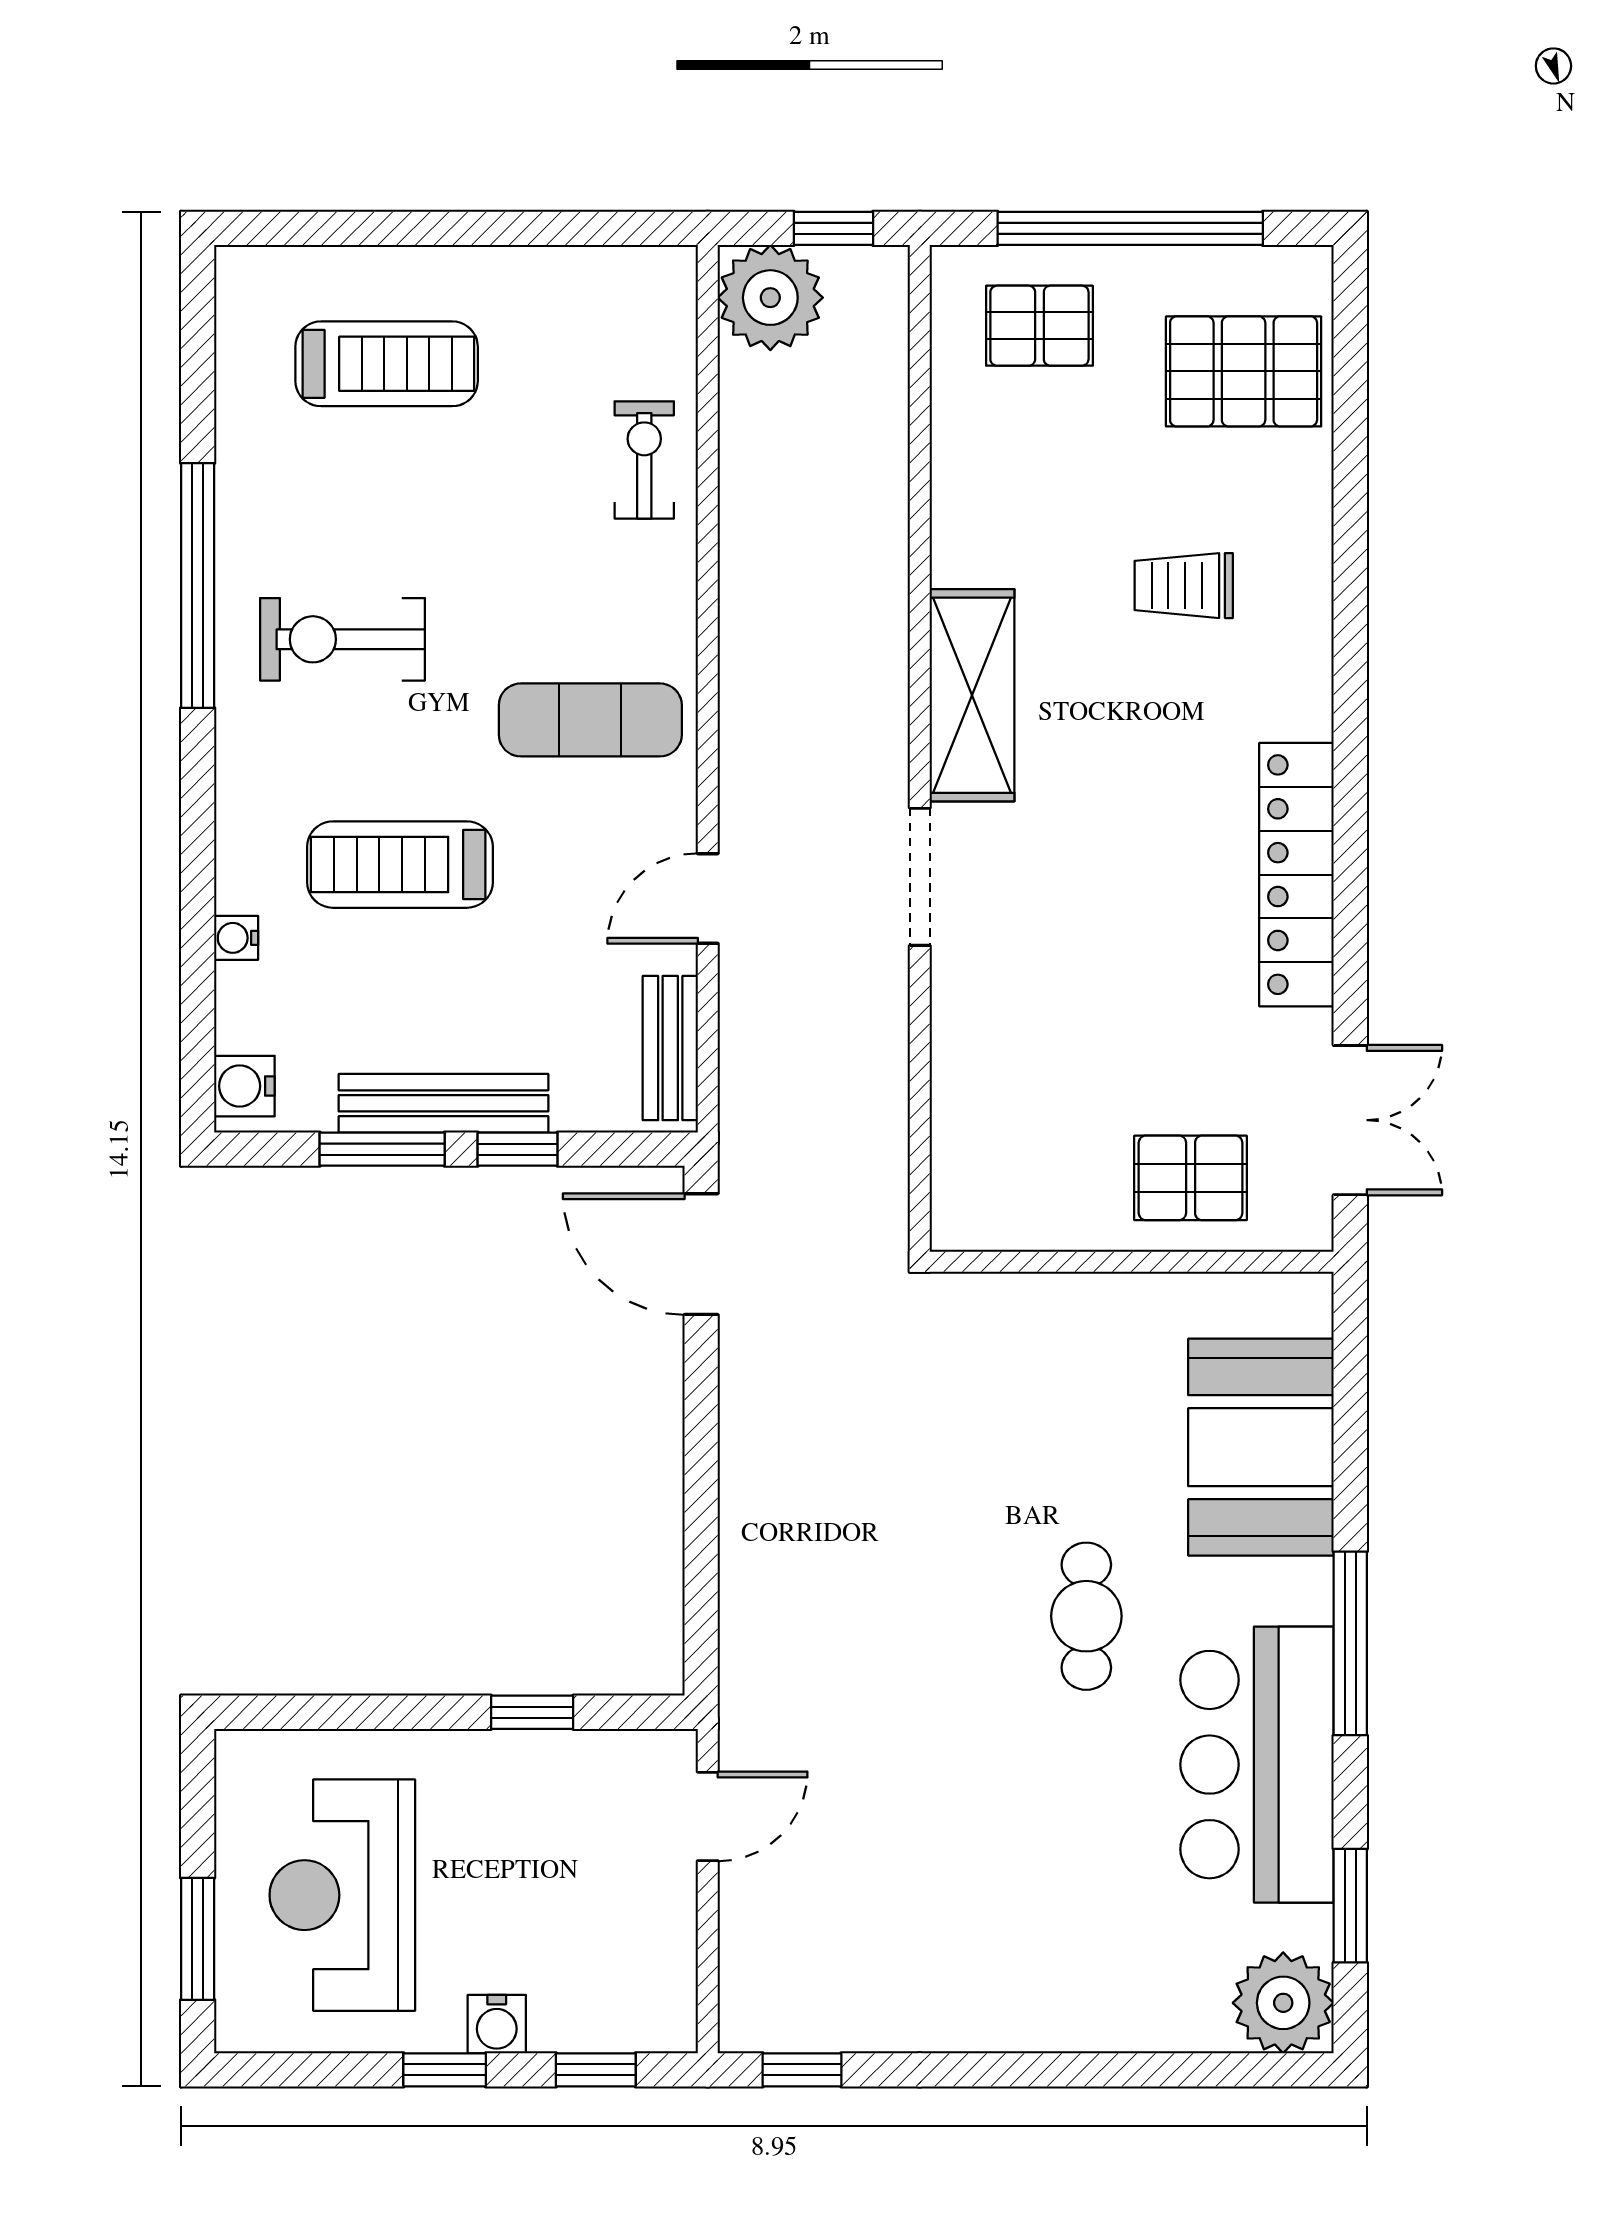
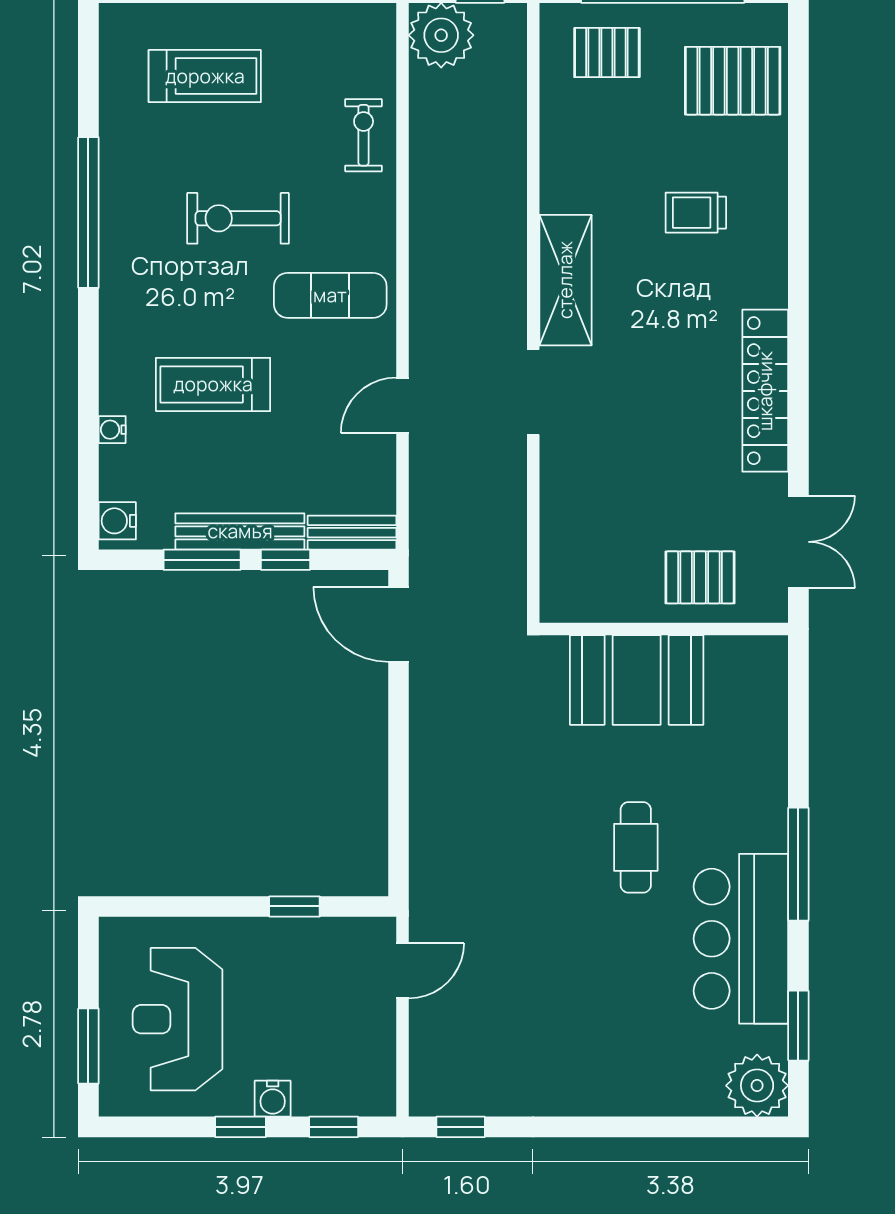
exercise bike: (343, 639) -> (238, 218), moved
bench: (670, 1048) -> (352, 533), moved, turned 90
booth: (1261, 1447) -> (637, 680), moved, turned 90

